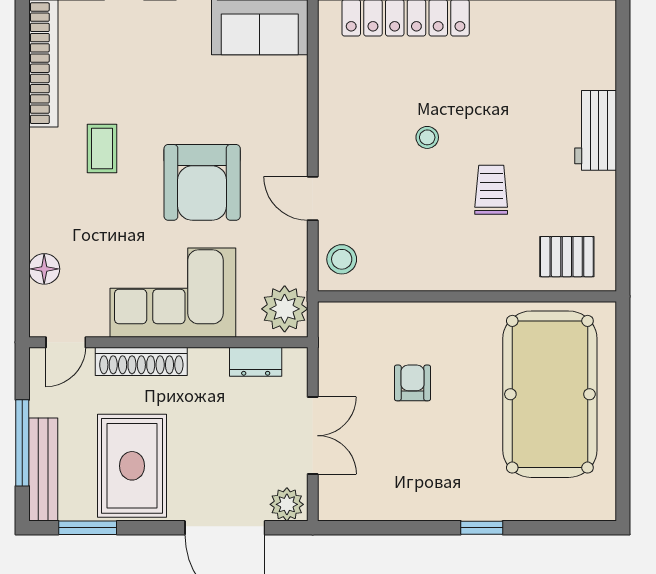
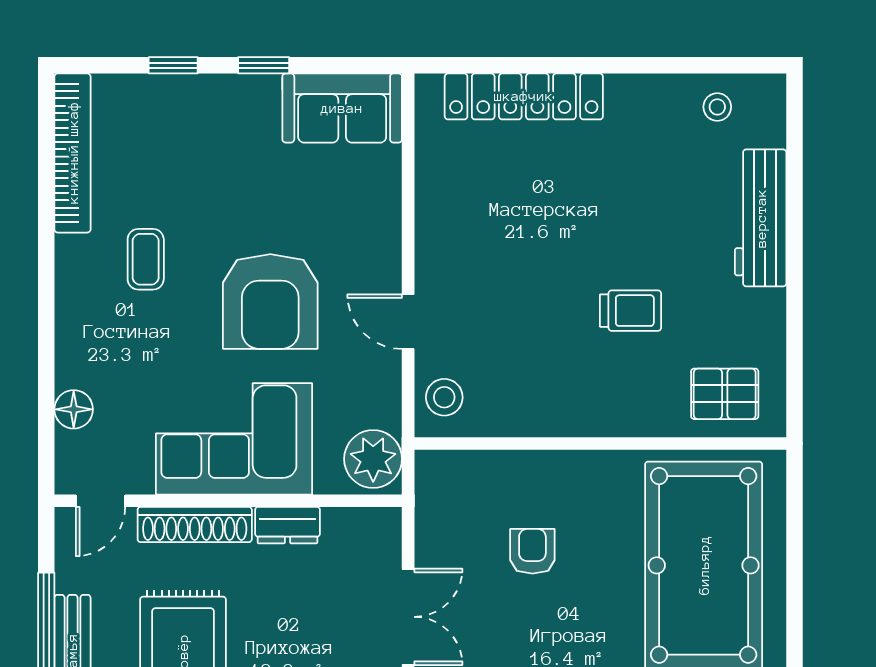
workbench: (596, 130) -> (761, 218), width x1.38
stool: (427, 137) -> (717, 107), moved
trolley: (491, 190) -> (631, 311), turned 90
dresser: (256, 362) -> (288, 525), moved

